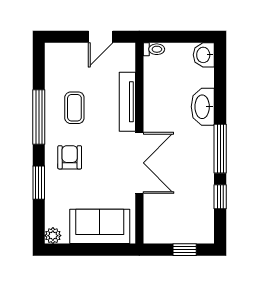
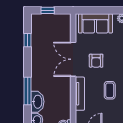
washbasin: (203, 107) -> (37, 102), moved
window: (220, 149) -> (28, 91), moved
armchair: (70, 157) -> (96, 61), moved

